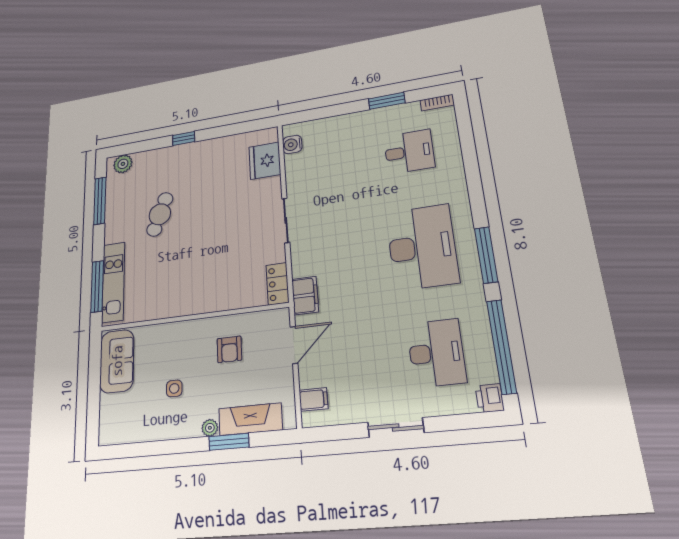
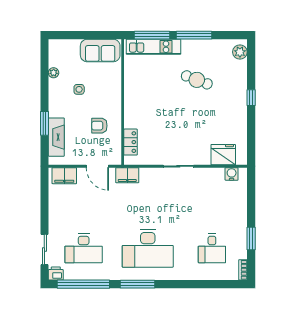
window: (100, 201) -> (194, 35), moved
locker: (277, 284) -> (131, 142), moved, turned 90
filing cabinet: (313, 399) -> (64, 176), width x2.00
sliding door: (396, 427) -> (44, 249), moved
plant: (210, 428) -> (54, 73), moved

